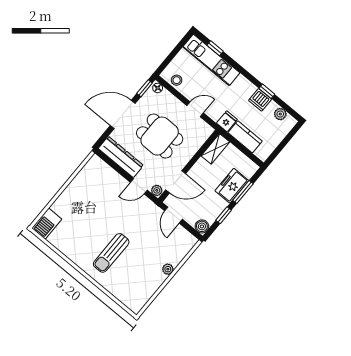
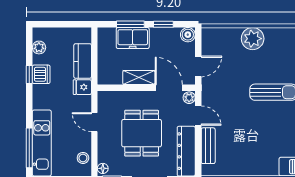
window: (215, 48) -> (29, 148), width x2.17
shelving: (215, 149) -> (139, 78), moved
bench: (112, 176) -> (208, 146), added
plant: (168, 269) -> (253, 39), width x1.88, depth x1.88

